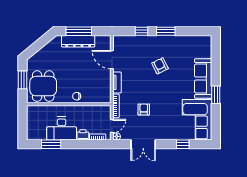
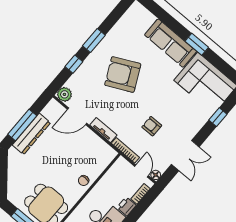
plant: (119, 41) -> (64, 94), added
armchair: (160, 66) -> (123, 74), width x1.88, depth x1.88

